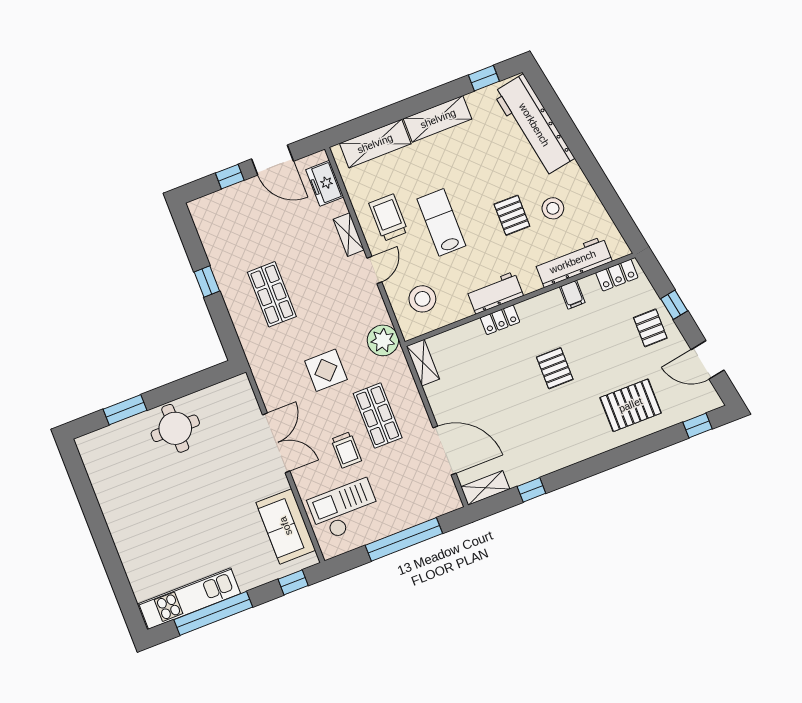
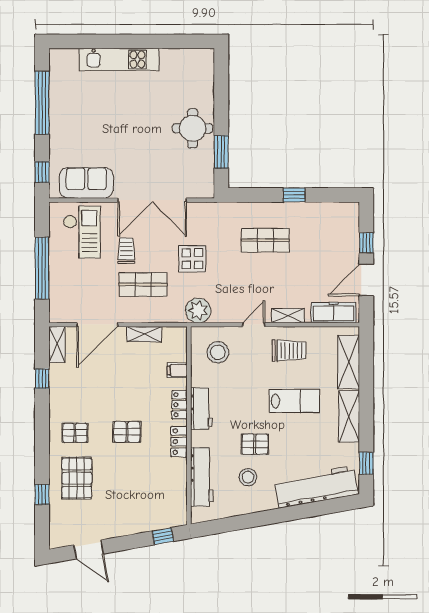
freezer: (325, 183) -> (334, 313), width x1.40
lab bench: (441, 222) -> (294, 401), moved
door: (374, 270) -> (254, 325), swing flipped
locker: (617, 275) -> (179, 442), moved
filing cabinet: (572, 295) -> (177, 370), moved
window: (674, 305) -> (163, 536), moved
pallet: (650, 328) -> (75, 433), moved
door: (708, 360) -> (89, 549), swing flipped
shelving: (423, 363) -> (144, 334), moved
window: (125, 410) -> (221, 152), moved
window: (697, 426) -> (42, 494), moved
double door: (276, 443) -> (152, 200), width x1.36
trolley: (346, 450) -> (126, 251), turned 90
kitchen unit: (190, 598) -> (119, 59), moved, turned 90

